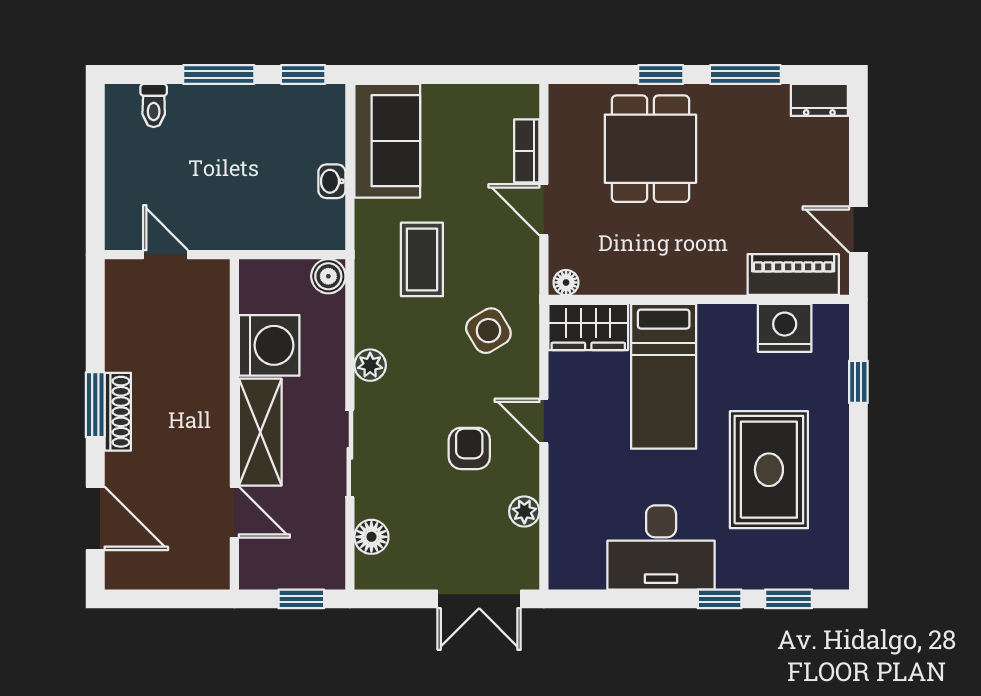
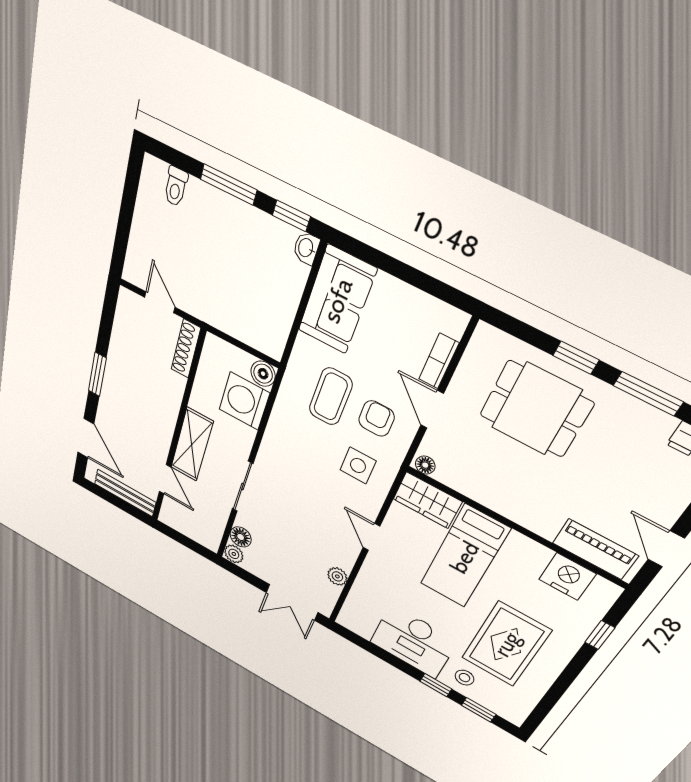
dining table: (650, 149) -> (536, 409), turned 90
washbasin: (332, 181) -> (306, 248), moved
side table: (488, 331) -> (358, 465), turned 31
washing machine: (269, 345) -> (244, 401), moved, turned 180
plant: (370, 365) -> (234, 554), moved
shoe rack: (118, 412) -> (186, 349), moved, turned 180
armchair: (469, 448) -> (377, 419), moved
stool: (748, 559) -> (464, 678), added
bench: (177, 575) -> (125, 493), added
window: (301, 599) -> (191, 544), removed

